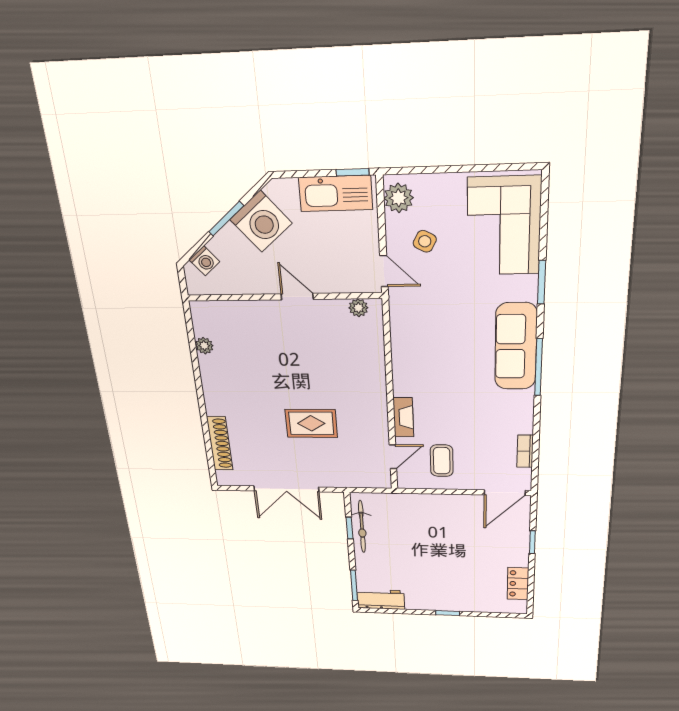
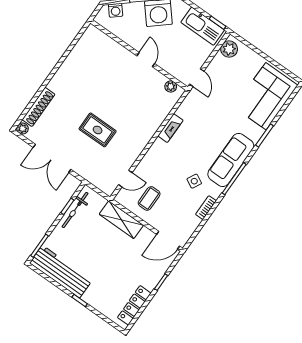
side table: (425, 241) -> (194, 181), moved
plant: (204, 346) -> (22, 129), moved
fireplace: (403, 417) -> (170, 128), moved
bookcase: (525, 451) -> (206, 208), moved
shelving: (426, 504) -> (121, 220), added
locker: (518, 584) -> (134, 305), width x1.53
workbench: (381, 599) -> (61, 272), width x1.88, depth x1.32

